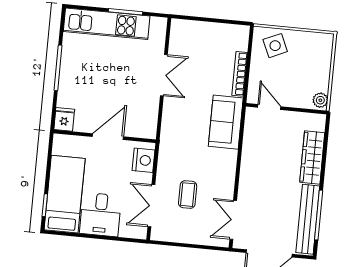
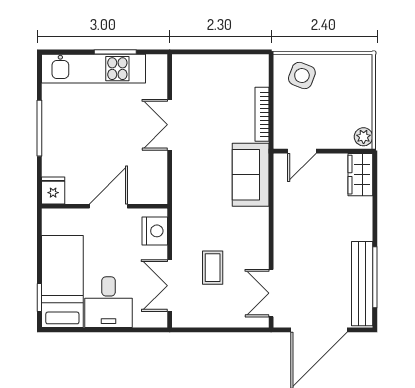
side table: (275, 46) -> (302, 75), turned 45
double door: (164, 75) -> (170, 125), swing flipped
door: (269, 107) -> (302, 151), swing flipped
wardrobe: (312, 158) -> (360, 175), moved, width x0.67

